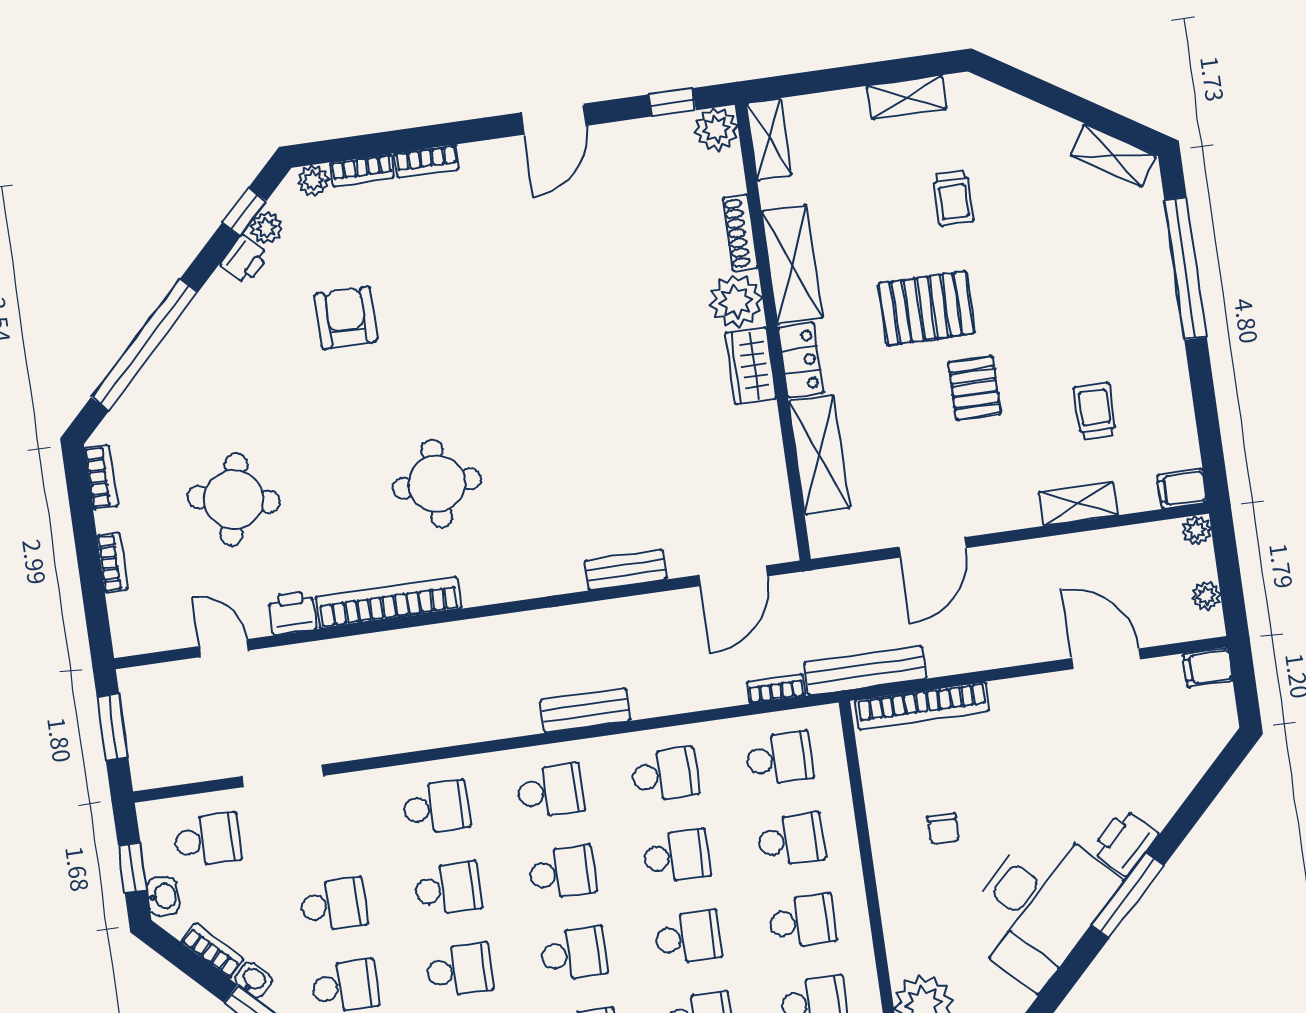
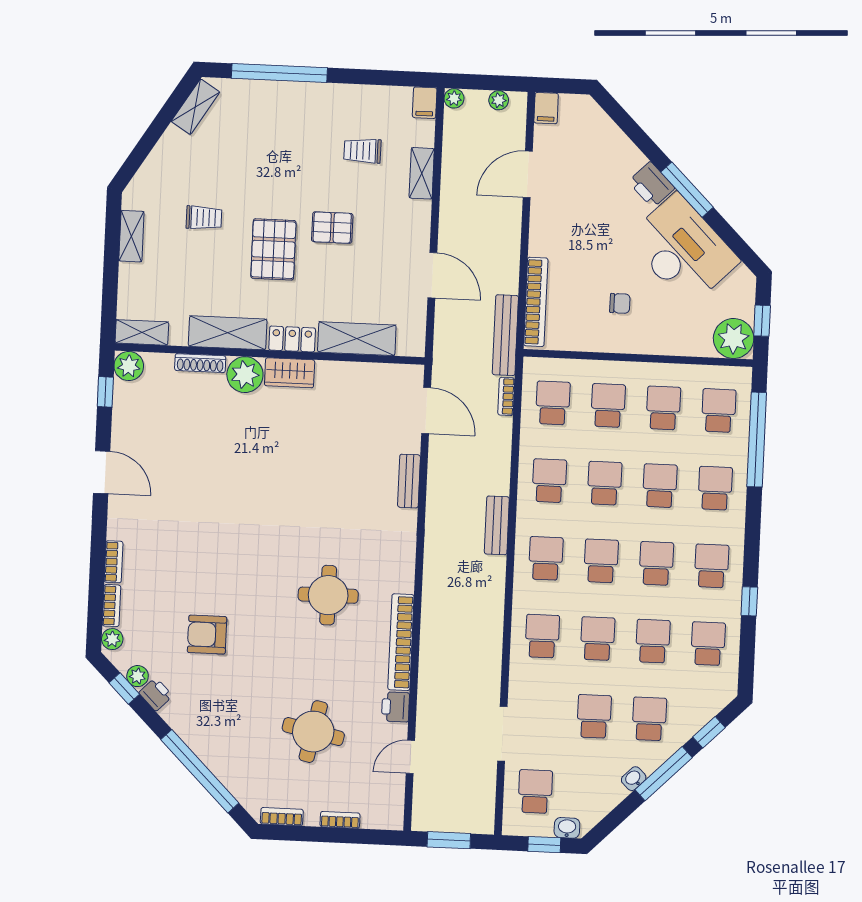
bookcase: (212, 951) -> (609, 802), removed

